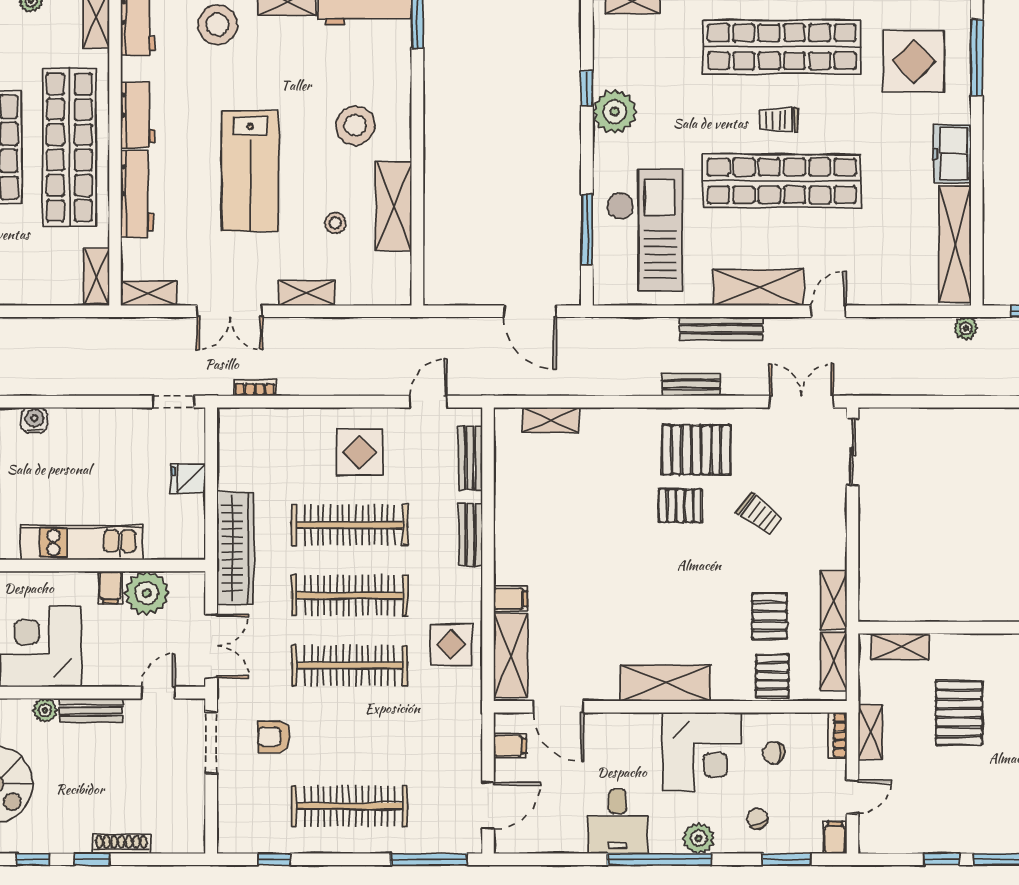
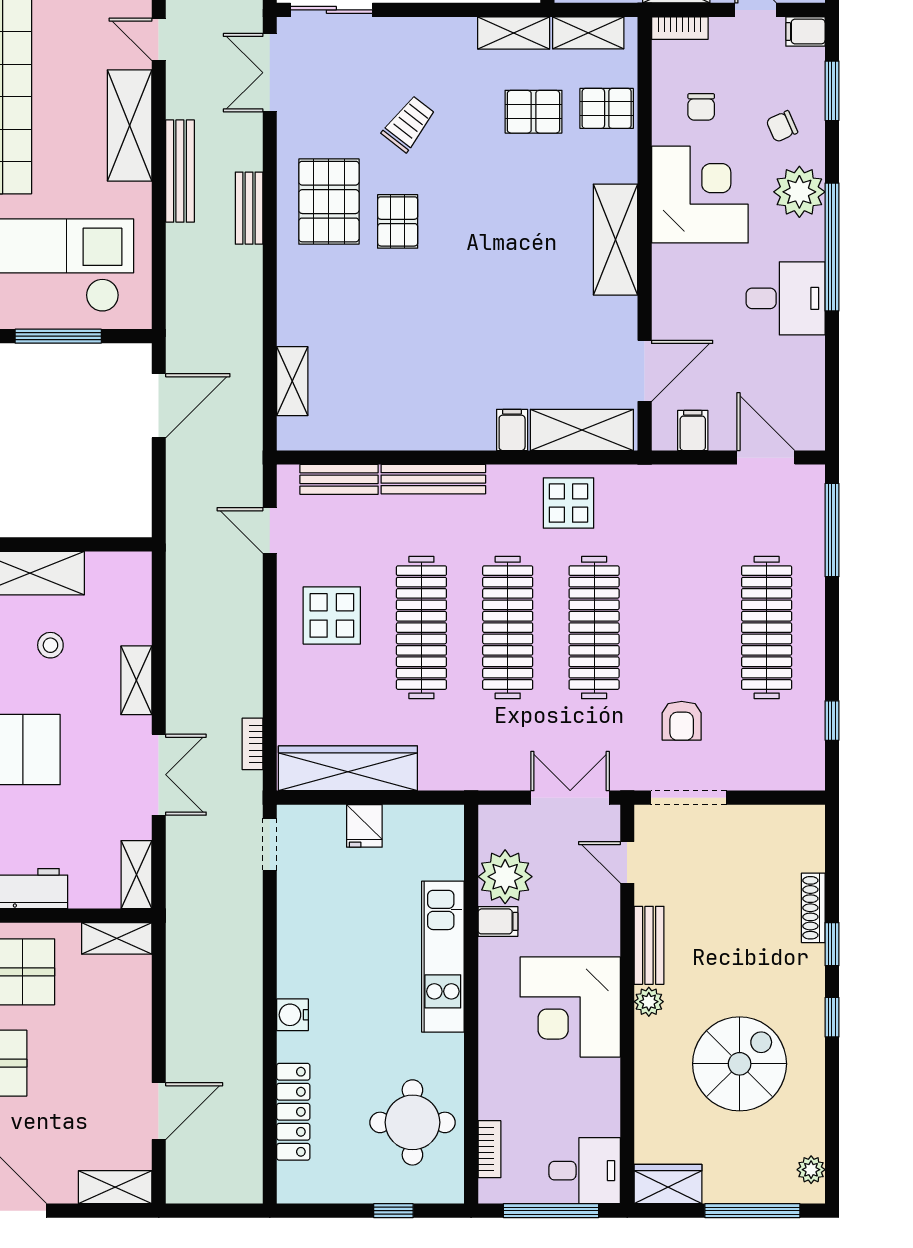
bench: (470, 535) -> (433, 479), width x1.36
wardrobe: (235, 548) -> (348, 768), moved
plant: (699, 838) -> (799, 192), width x1.36, depth x1.36

